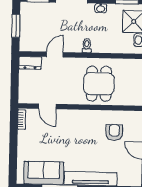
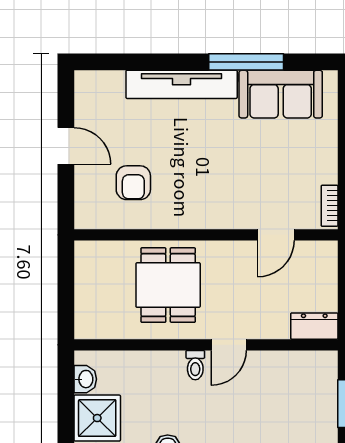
door: (55, 55) -> (229, 345), moved
door: (47, 106) -> (276, 235), swing flipped

